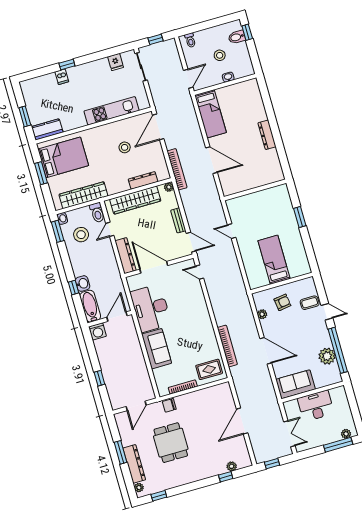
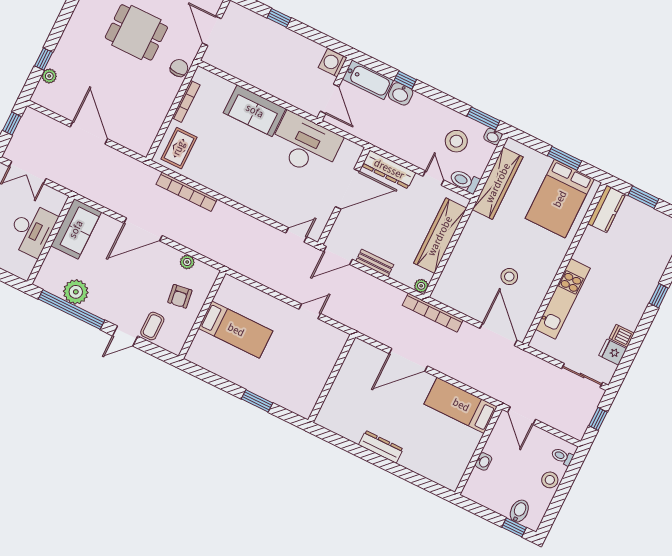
stool: (220, 55) -> (550, 480), moved
dishwasher: (62, 77) -> (622, 336), moved
dresser: (143, 180) -> (454, 264), removed

